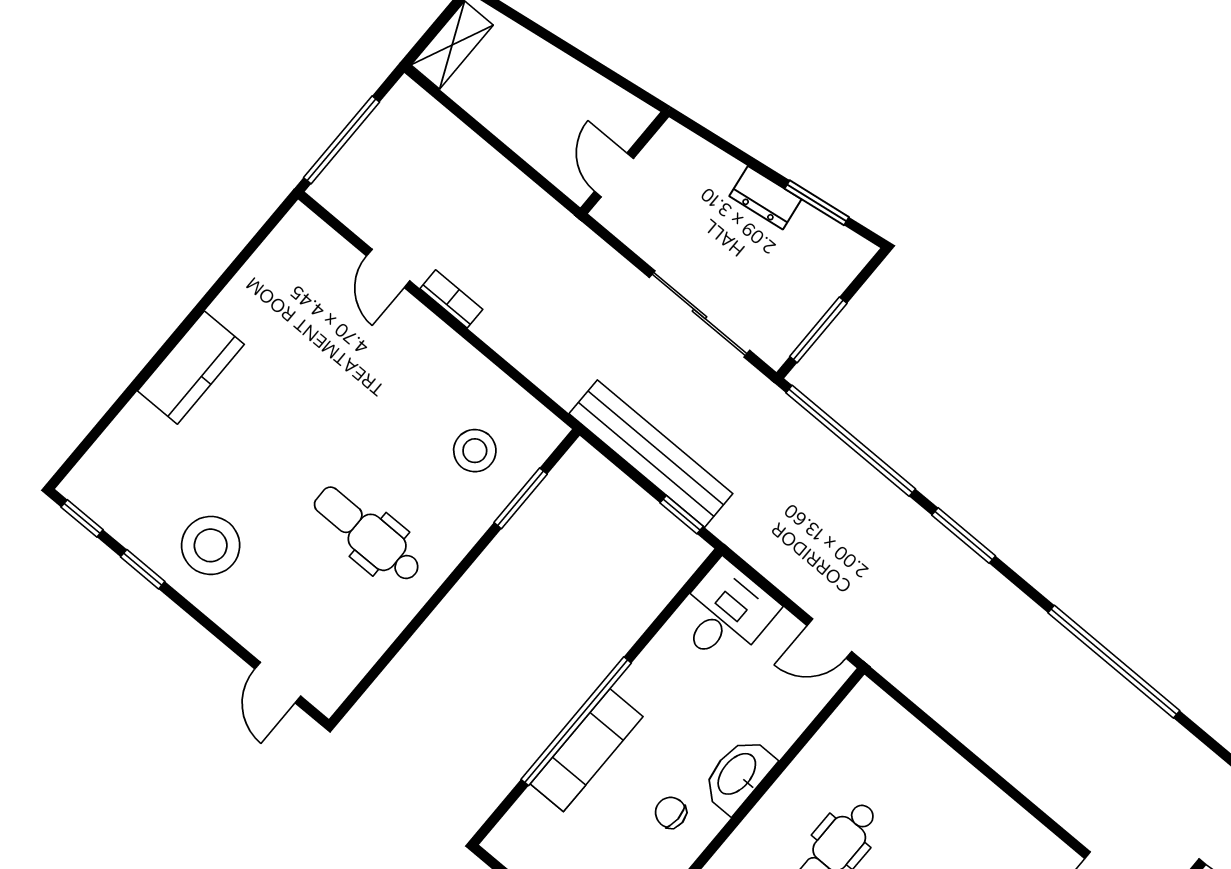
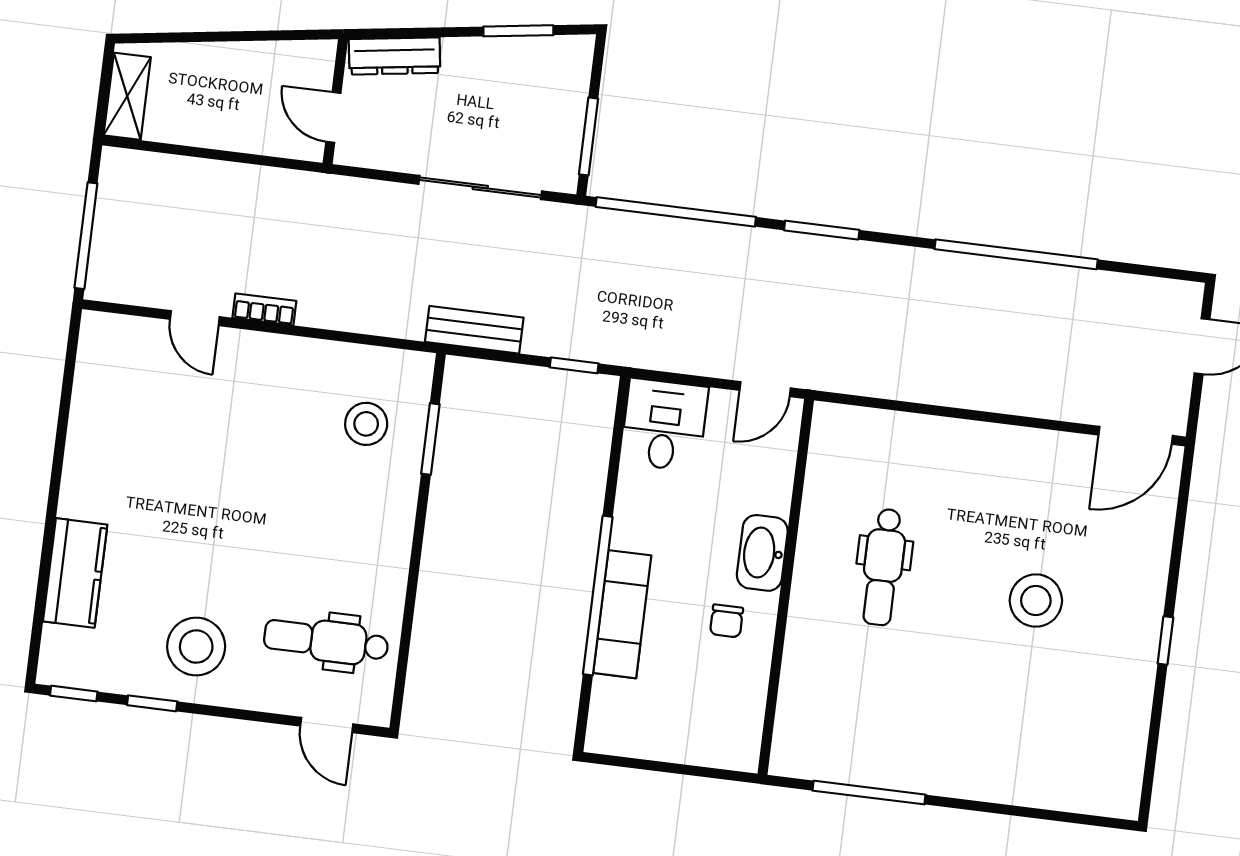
dresser: (765, 198) -> (395, 56), moved, width x1.44
kitchen counter: (191, 368) -> (75, 573), moved
bench: (651, 454) -> (474, 330), width x0.54, depth x0.82
dental chair: (368, 534) -> (326, 641), moved
chair: (671, 813) -> (726, 621), turned -90

